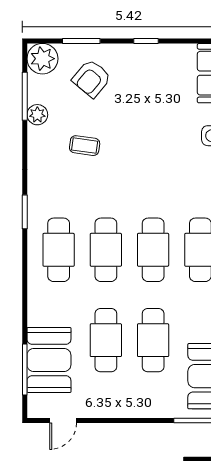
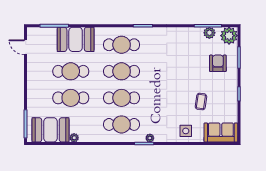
armchair: (92, 78) -> (218, 63), turned 50
plant: (37, 115) -> (209, 33), moved
coffee table: (85, 146) -> (201, 101), moved
booth: (49, 360) -> (76, 39), moved

